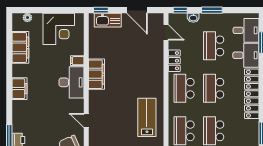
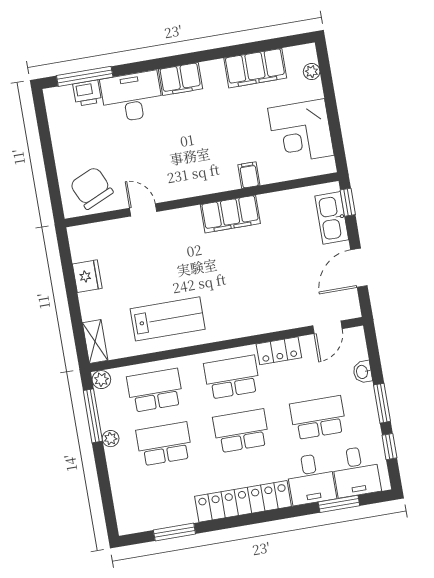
window: (180, 10) -> (389, 447), moved
desk: (71, 82) -> (132, 97), moved, turned 180
door: (86, 121) -> (143, 210), hinge flipped

